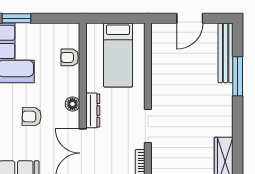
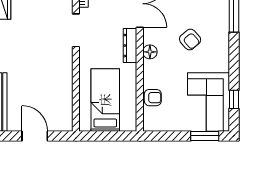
door: (190, 18) -> (35, 136), hinge flipped
armchair: (32, 117) -> (190, 39), turned 47

